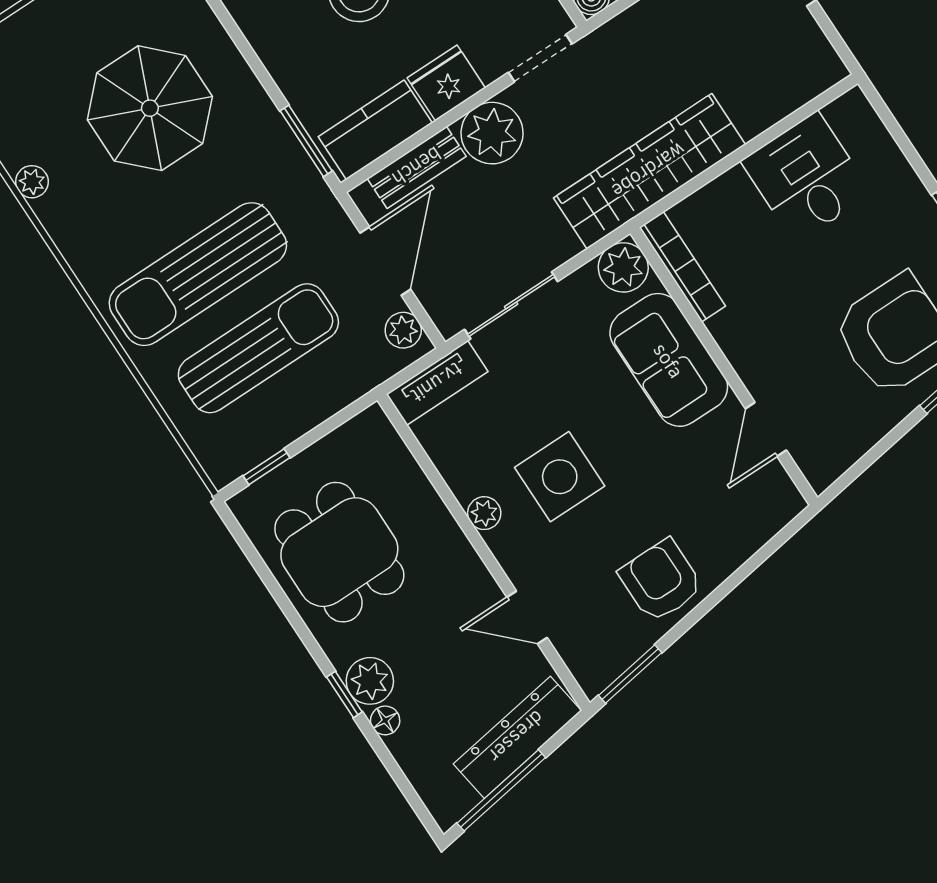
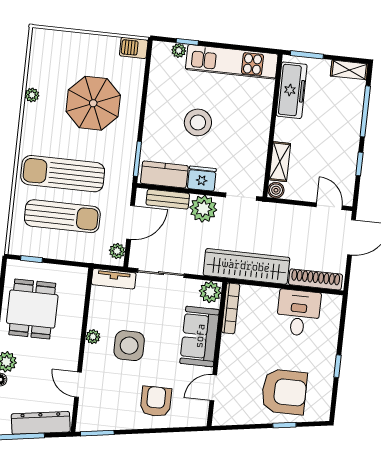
shoe rack: (788, 95) -> (315, 279), added
armchair: (661, 581) -> (156, 401), moved

